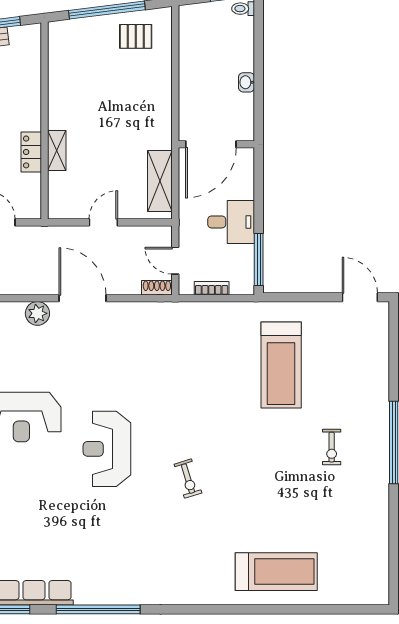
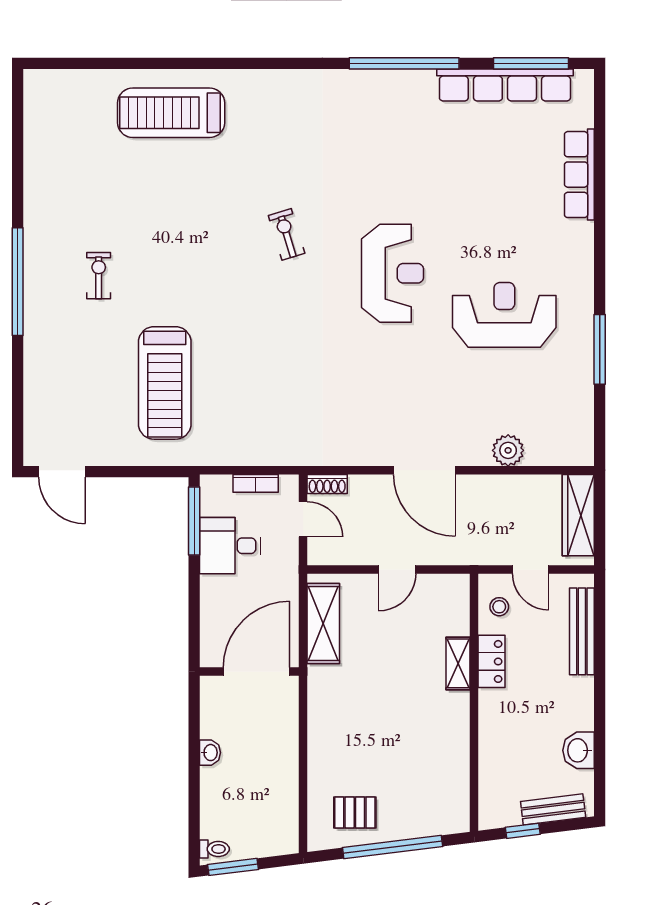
stool: (25, 194) -> (499, 607), added
desk: (231, 222) -> (230, 546), moved
plant: (37, 313) -> (508, 450), moved
treadmill: (281, 365) -> (165, 383), turned 180

